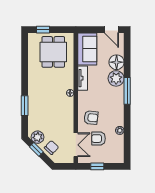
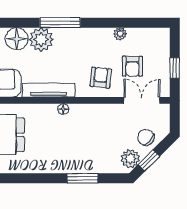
tv unit: (83, 78) -> (48, 90), width x1.41

